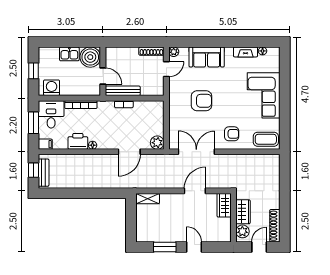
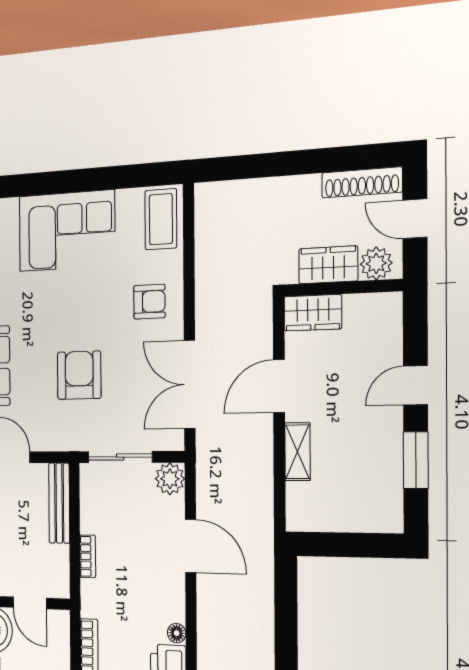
door: (103, 76) -> (30, 603), swing flipped
bench: (123, 91) -> (59, 503), moved
sliding door: (166, 120) -> (120, 457), added
armchair: (232, 134) -> (149, 302), turned 90
door: (195, 191) -> (279, 386), hinge flipped
shelving: (148, 199) -> (297, 452), moved

